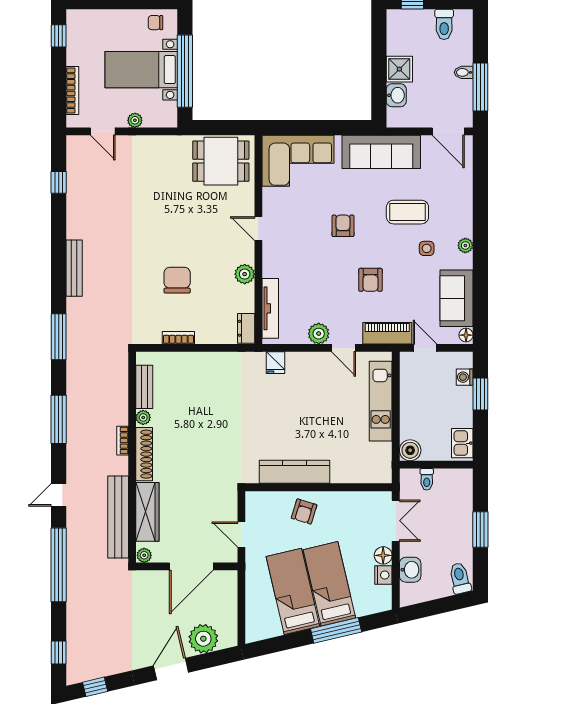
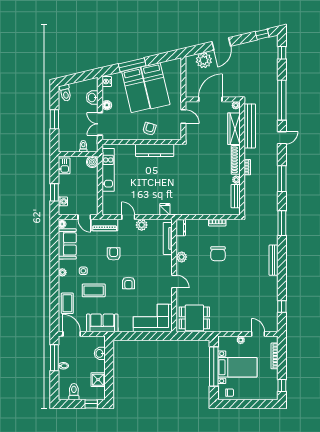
shower: (399, 69) -> (98, 380), moved
sofa: (381, 152) -> (102, 323), width x0.73
coffee table: (456, 188) -> (67, 303), added
kitchen unit: (381, 401) -> (108, 170), moved
nightstand: (383, 575) -> (107, 82), moved

